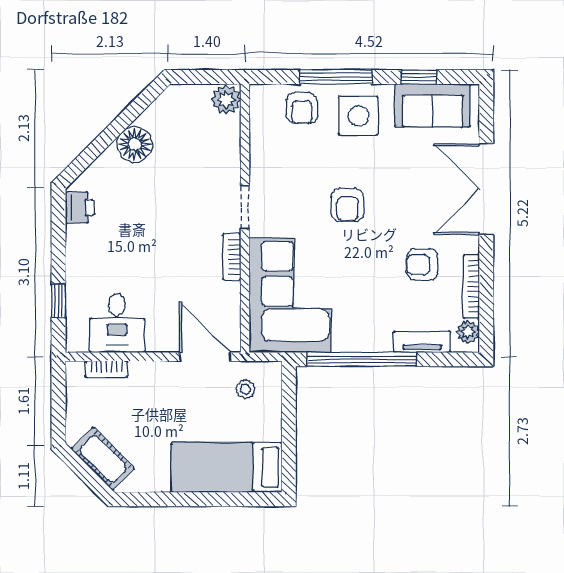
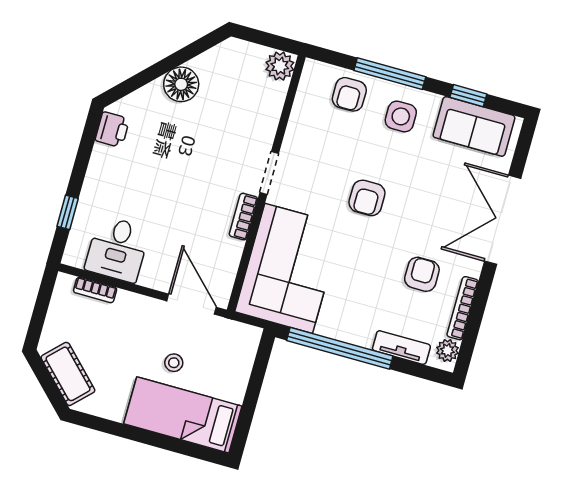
side table: (358, 116) -> (401, 116), width x0.73, depth x0.73
armchair: (422, 264) -> (422, 274), turned 90
stool: (245, 389) -> (174, 363), moved

